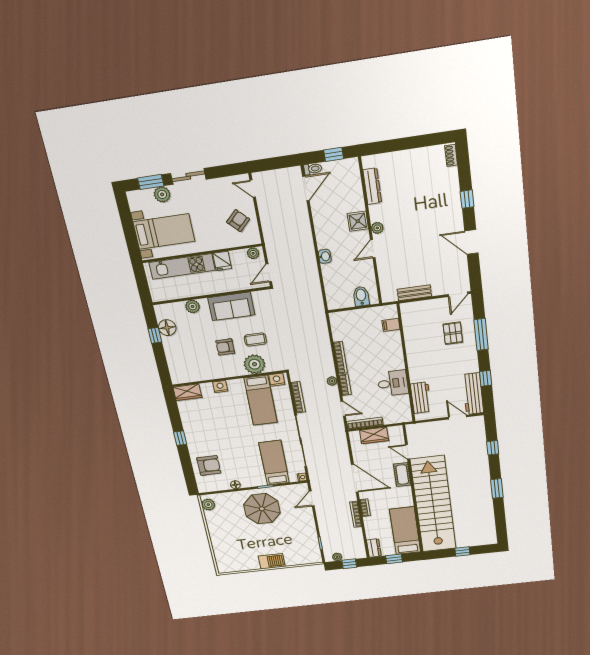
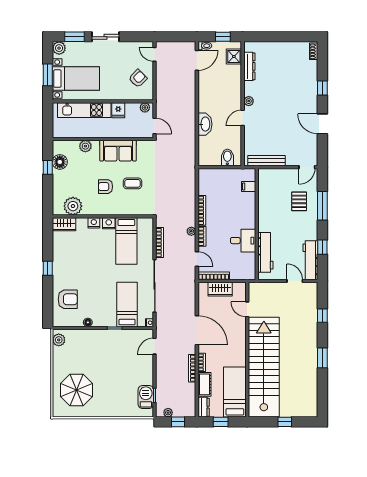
plant: (162, 194) -> (59, 48), moved
shower: (358, 221) -> (234, 57), moved
window: (130, 232) -> (48, 75), added
washbasin: (325, 256) -> (205, 124), width x1.91, depth x1.45
door: (269, 273) -> (155, 126), swing flipped
bench: (414, 293) -> (267, 161), width x1.36
plant: (254, 364) -> (73, 206), moved
nightstand: (277, 380) -> (109, 223), moved
workbench: (421, 398) -> (265, 252), width x1.38
cot: (402, 475) -> (204, 384), moved
parasol: (262, 509) -> (76, 390), moved
barbecue: (272, 561) -> (146, 397), moved, turned -90

